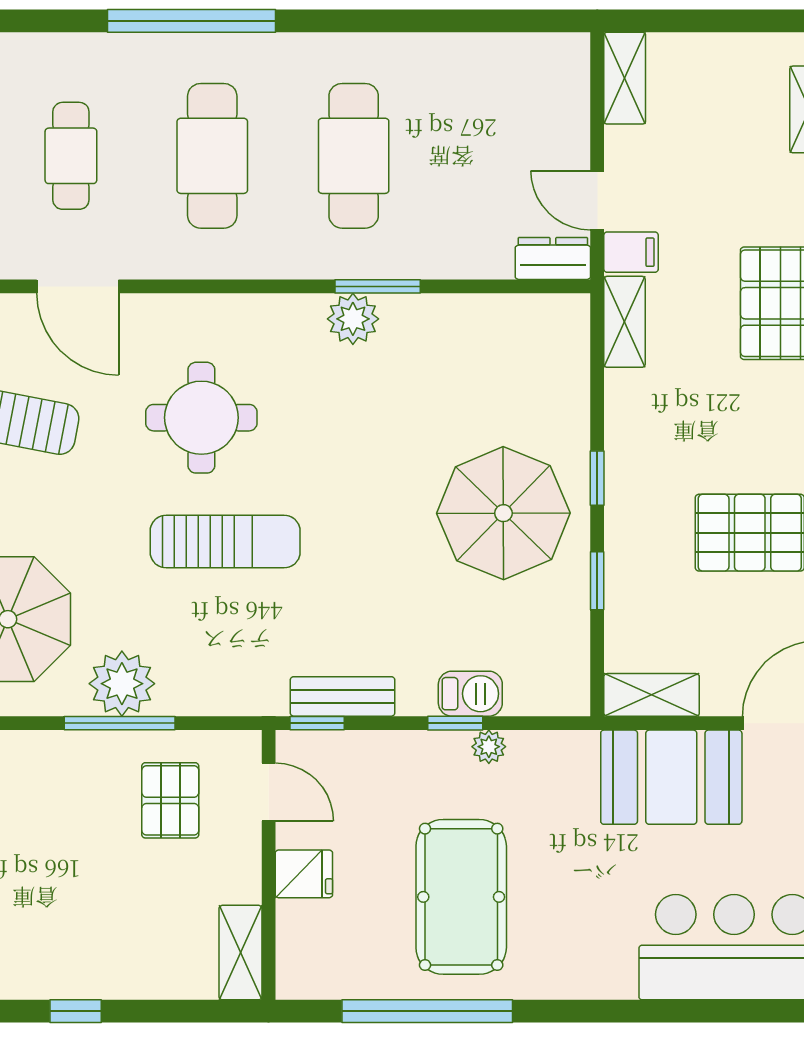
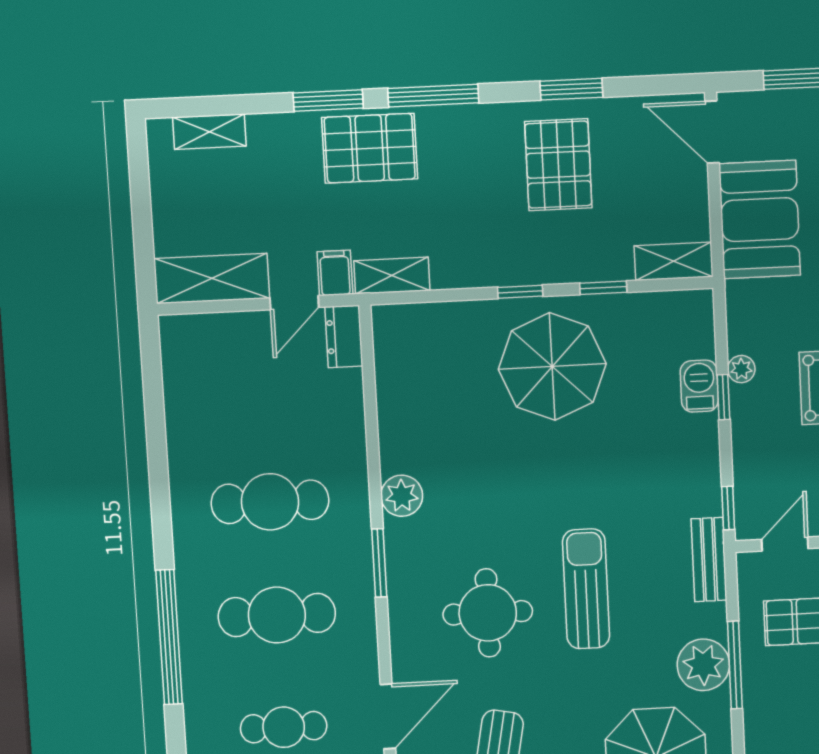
shelving: (625, 78) -> (212, 278), width x1.50, depth x1.33
window: (378, 286) -> (379, 563), moved
shelving: (652, 695) -> (674, 261), moved, turned 90
bench: (343, 696) -> (709, 560), moved

